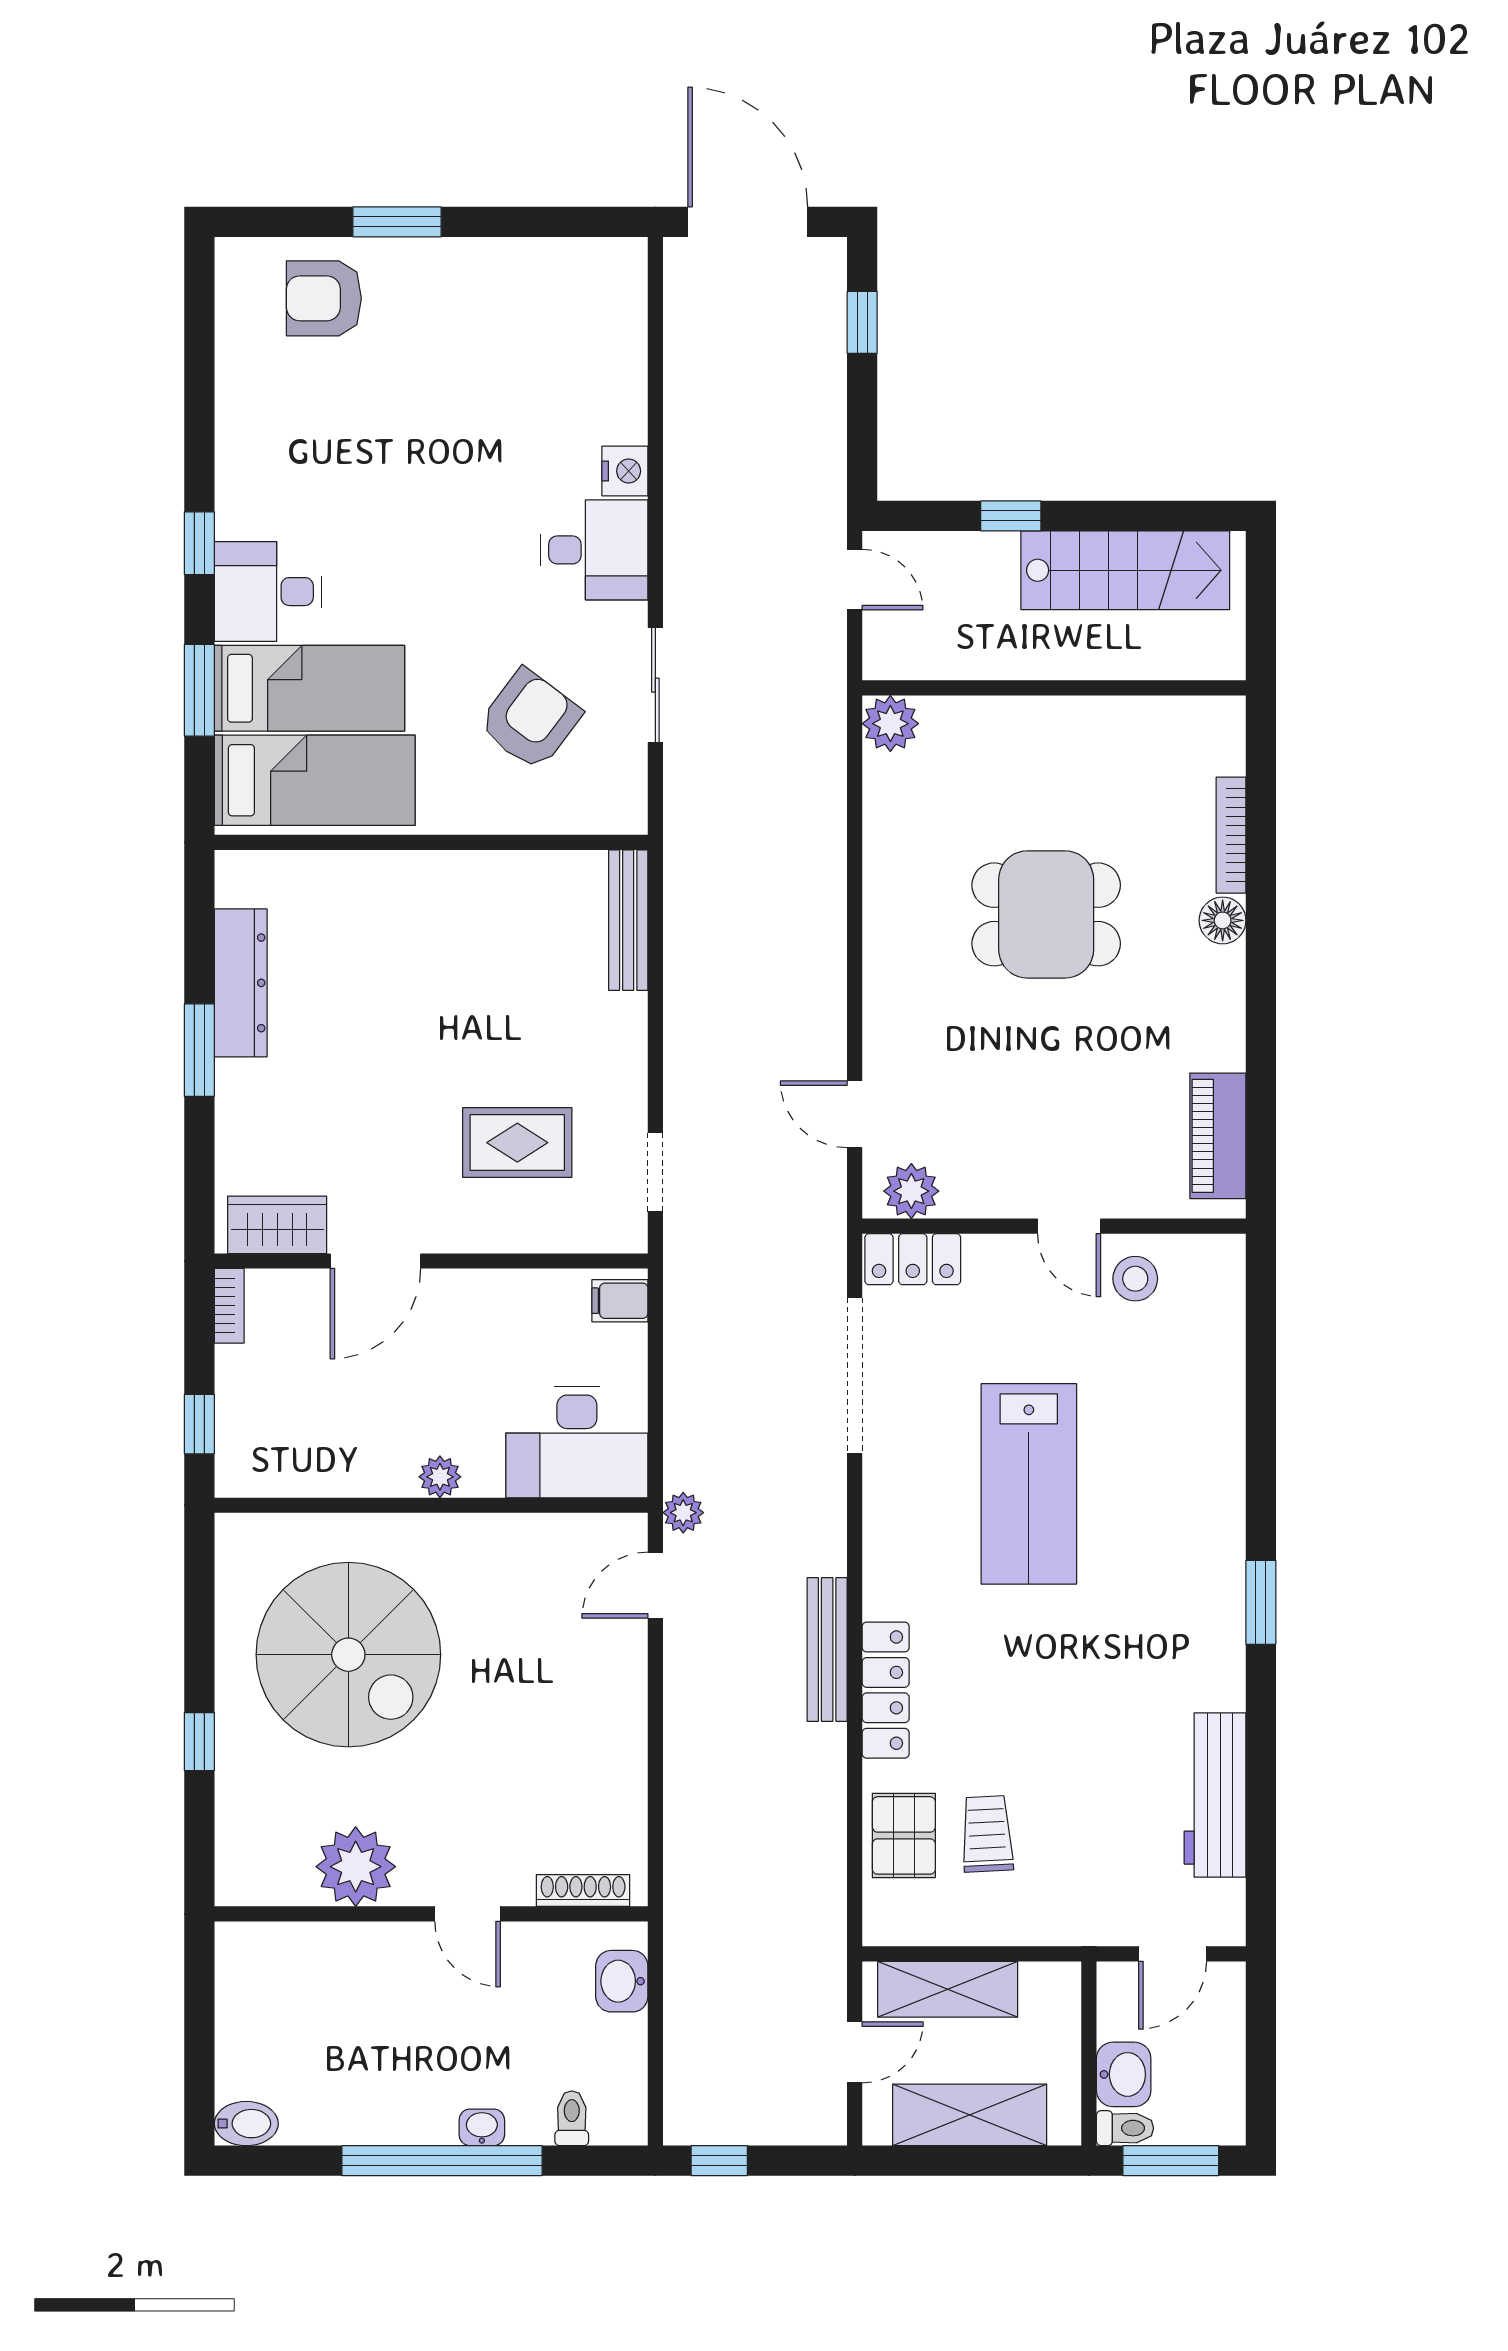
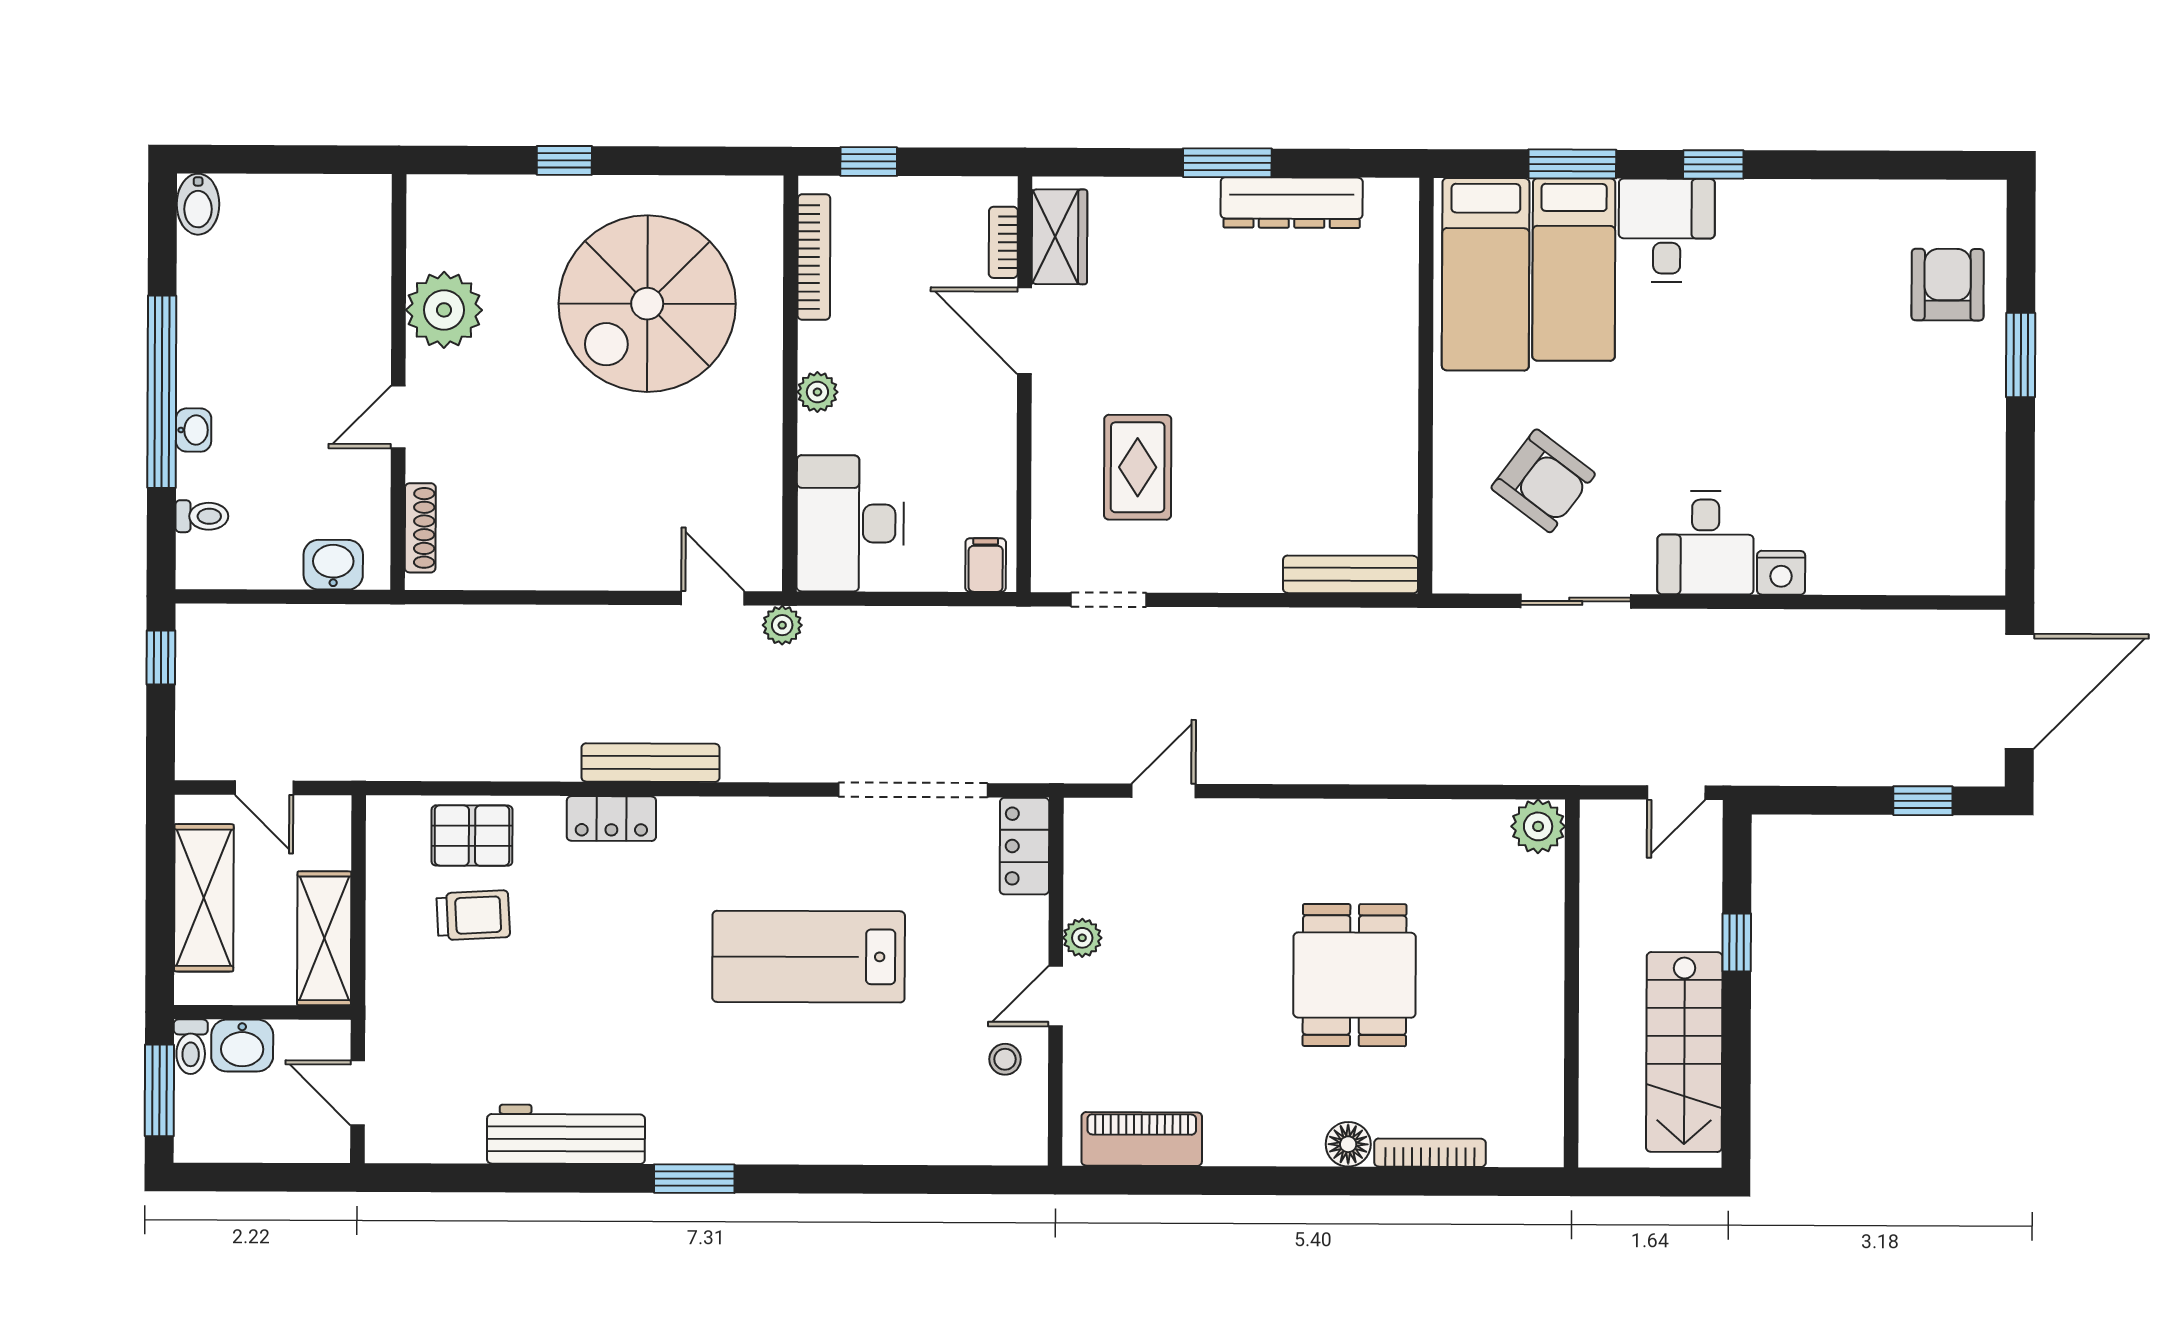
plant: (911, 1191) -> (1082, 938), moved, width x0.73, depth x0.73
stool: (1135, 1279) -> (1005, 1059), width x0.73, depth x0.73
bookcase: (229, 1306) -> (1003, 242), moved, turned 90
bookcase: (299, 1481) -> (814, 257), added
locker: (886, 1690) -> (611, 819), width x0.66
workbench: (1215, 1795) -> (566, 1134), moved
shelving: (948, 1989) -> (324, 938), moved

